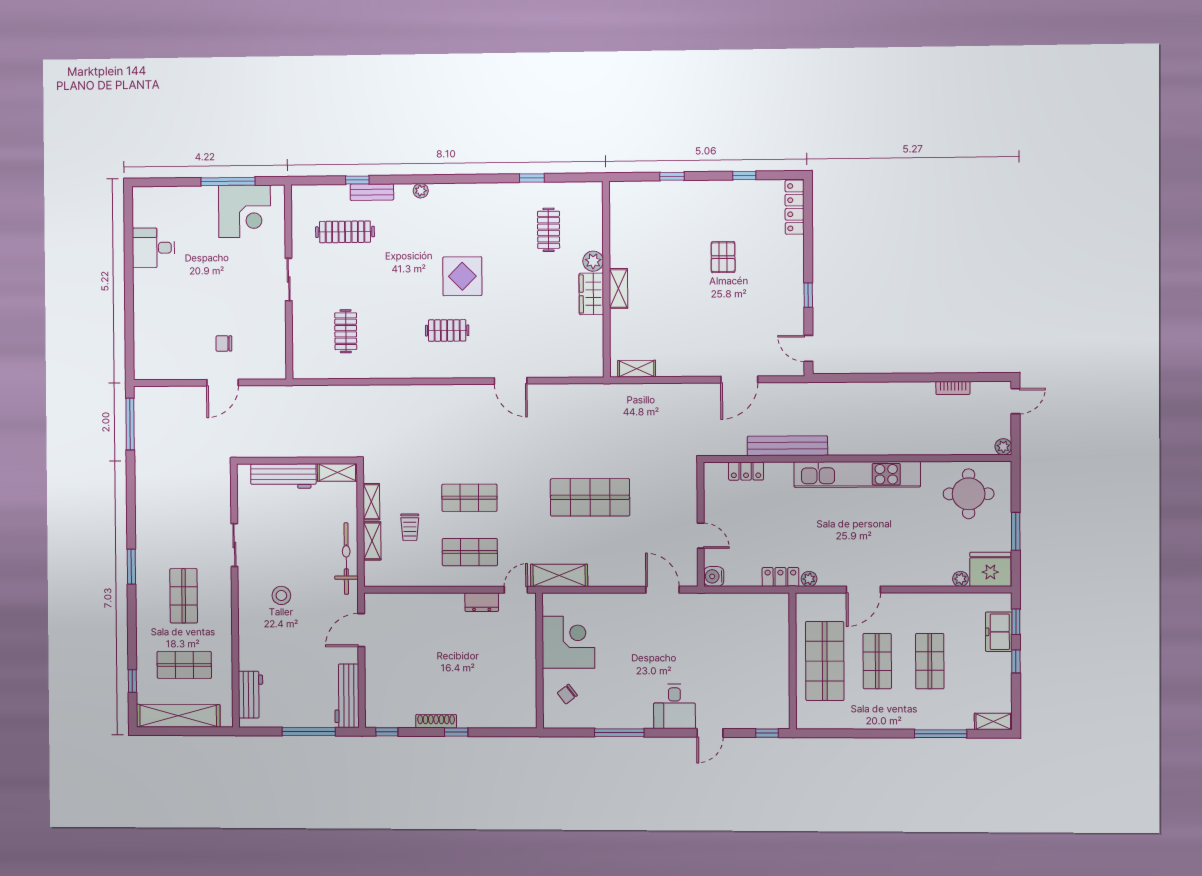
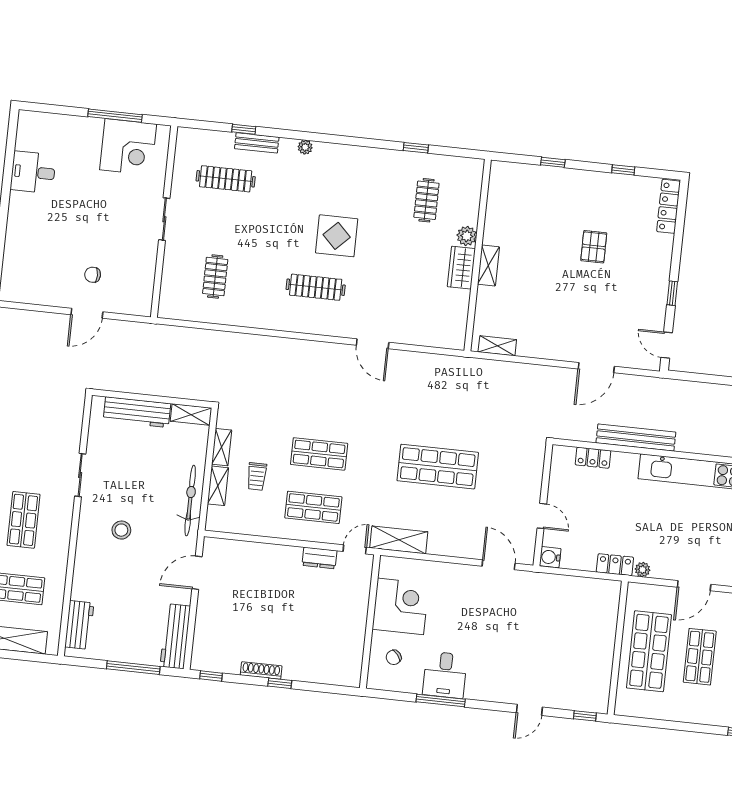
clothes rail: (447, 330) -> (316, 287), width x1.36
desk: (674, 707) -> (445, 675), moved

